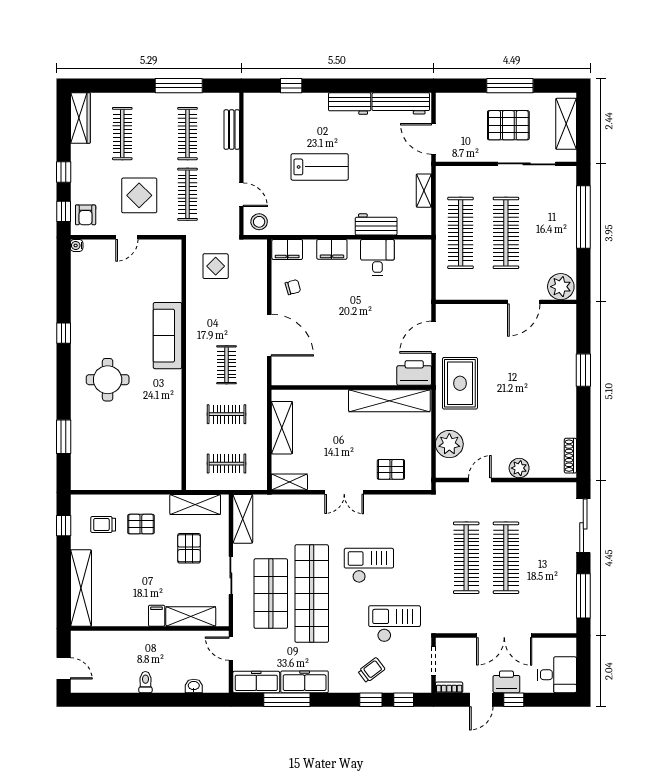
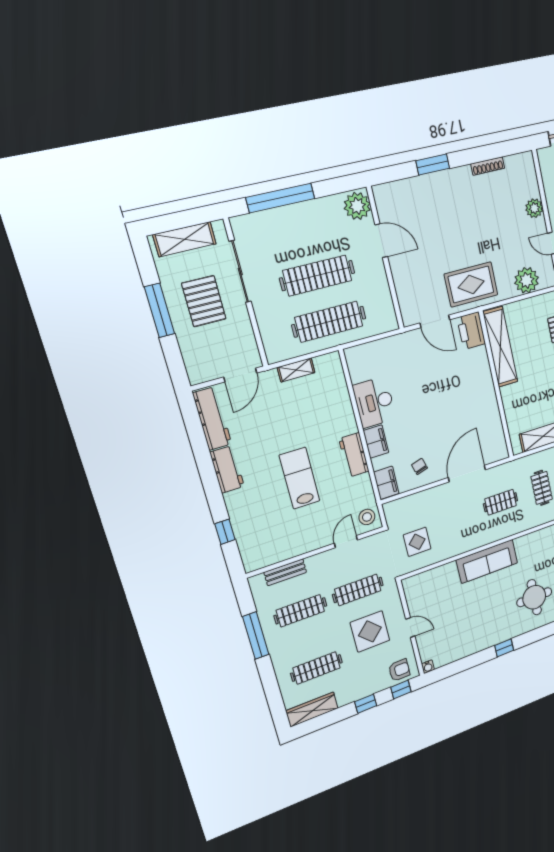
workbench: (376, 224) -> (354, 455), moved
desk: (377, 257) -> (374, 402), width x1.37
shoe rack: (570, 456) -> (488, 166), moved

